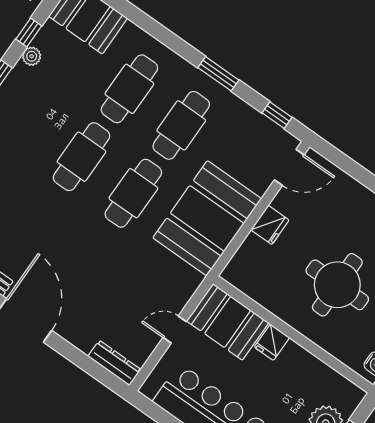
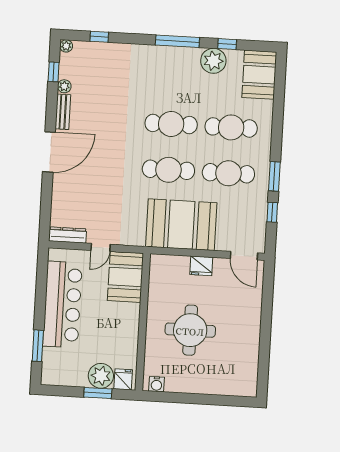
plant: (32, 56) -> (213, 61), width x1.87, depth x1.87
window: (277, 115) -> (272, 212), moved
door: (175, 330) -> (101, 247), swing flipped
fridge: (272, 342) -> (123, 379), moved, turned 90
dresser: (114, 363) -> (68, 235), moved, turned -90

